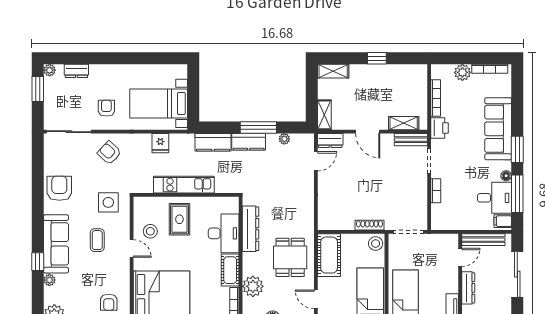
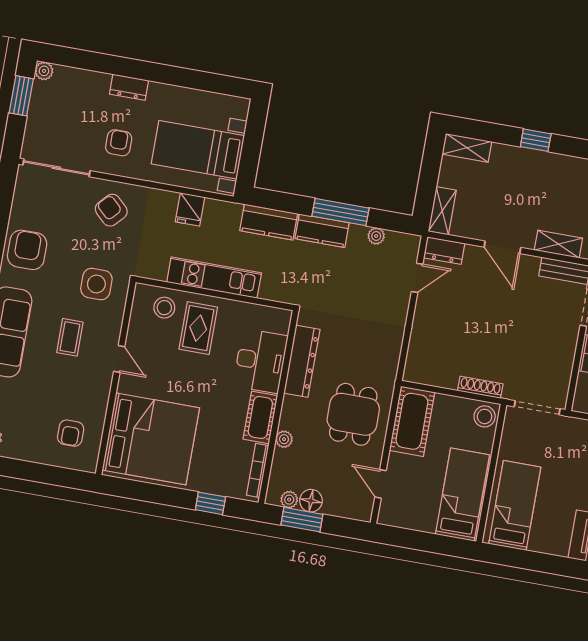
dresser: (76, 71) -> (129, 87), moved
stool: (150, 231) -> (164, 308), moved
plant: (253, 286) -> (284, 439), width x0.53, depth x0.53

